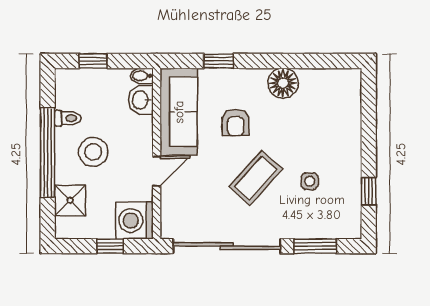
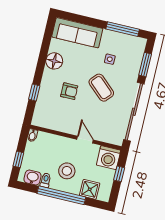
washbasin: (141, 100) -> (33, 178), moved, turned 180
sofa: (179, 112) -> (77, 33), moved, turned 180
window: (369, 191) -> (123, 29), width x2.17

